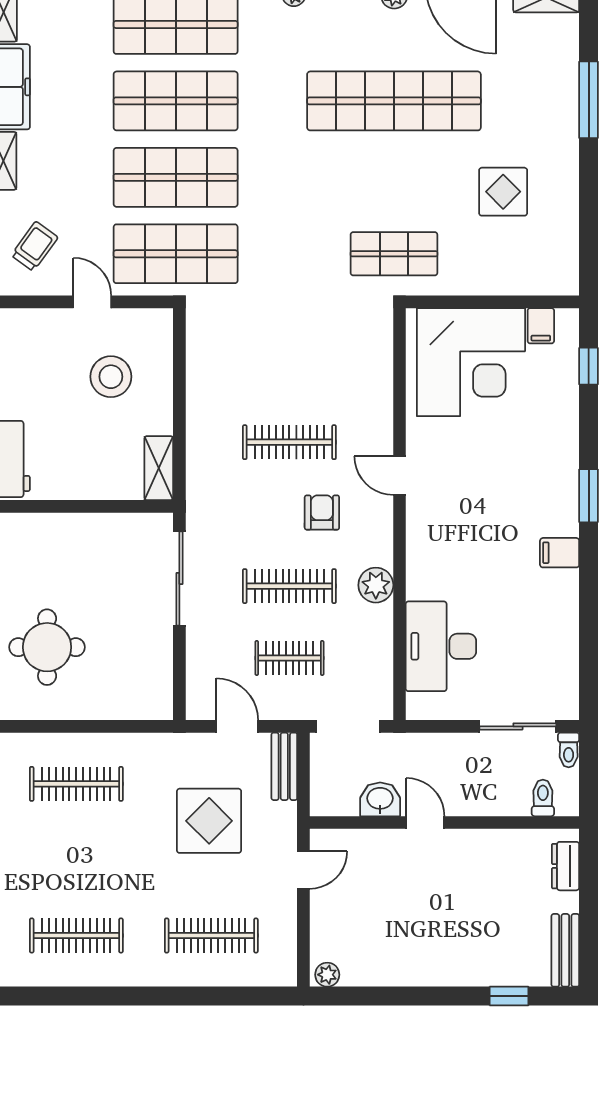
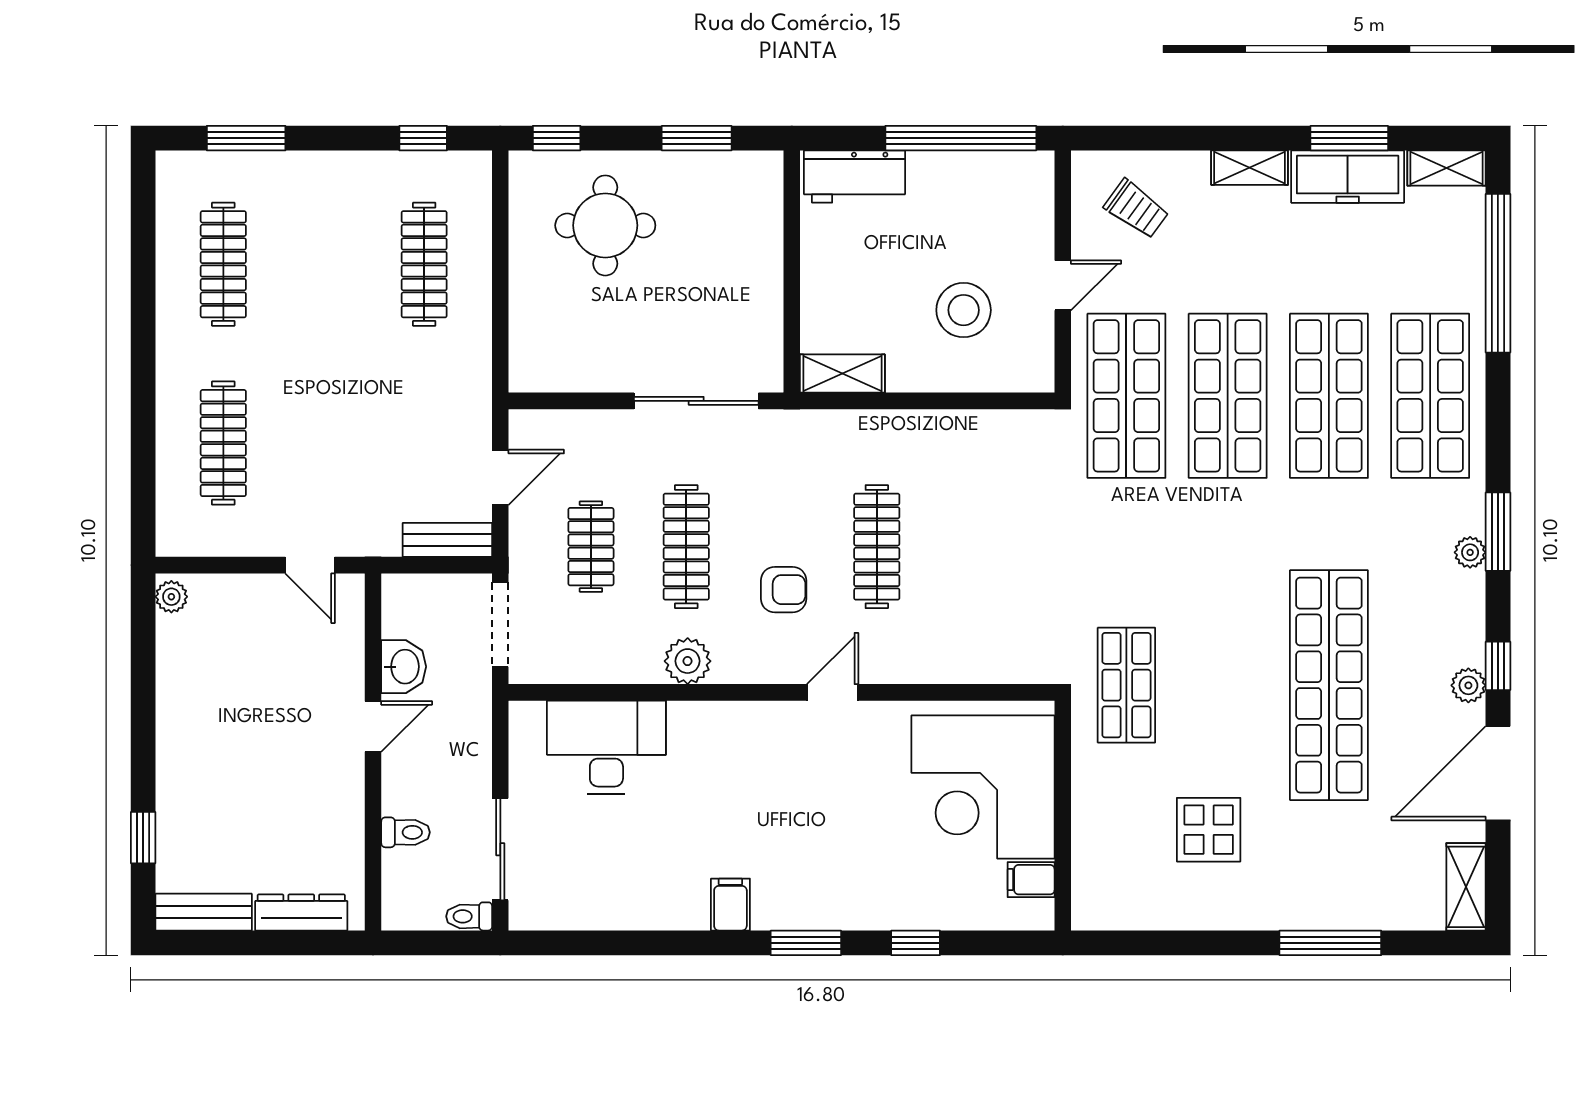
window: (589, 366) -> (916, 943), moved
toilet: (543, 798) -> (406, 832), moved
display table: (209, 821) -> (375, 440), removed
dresser: (566, 866) -> (301, 912), width x1.44

